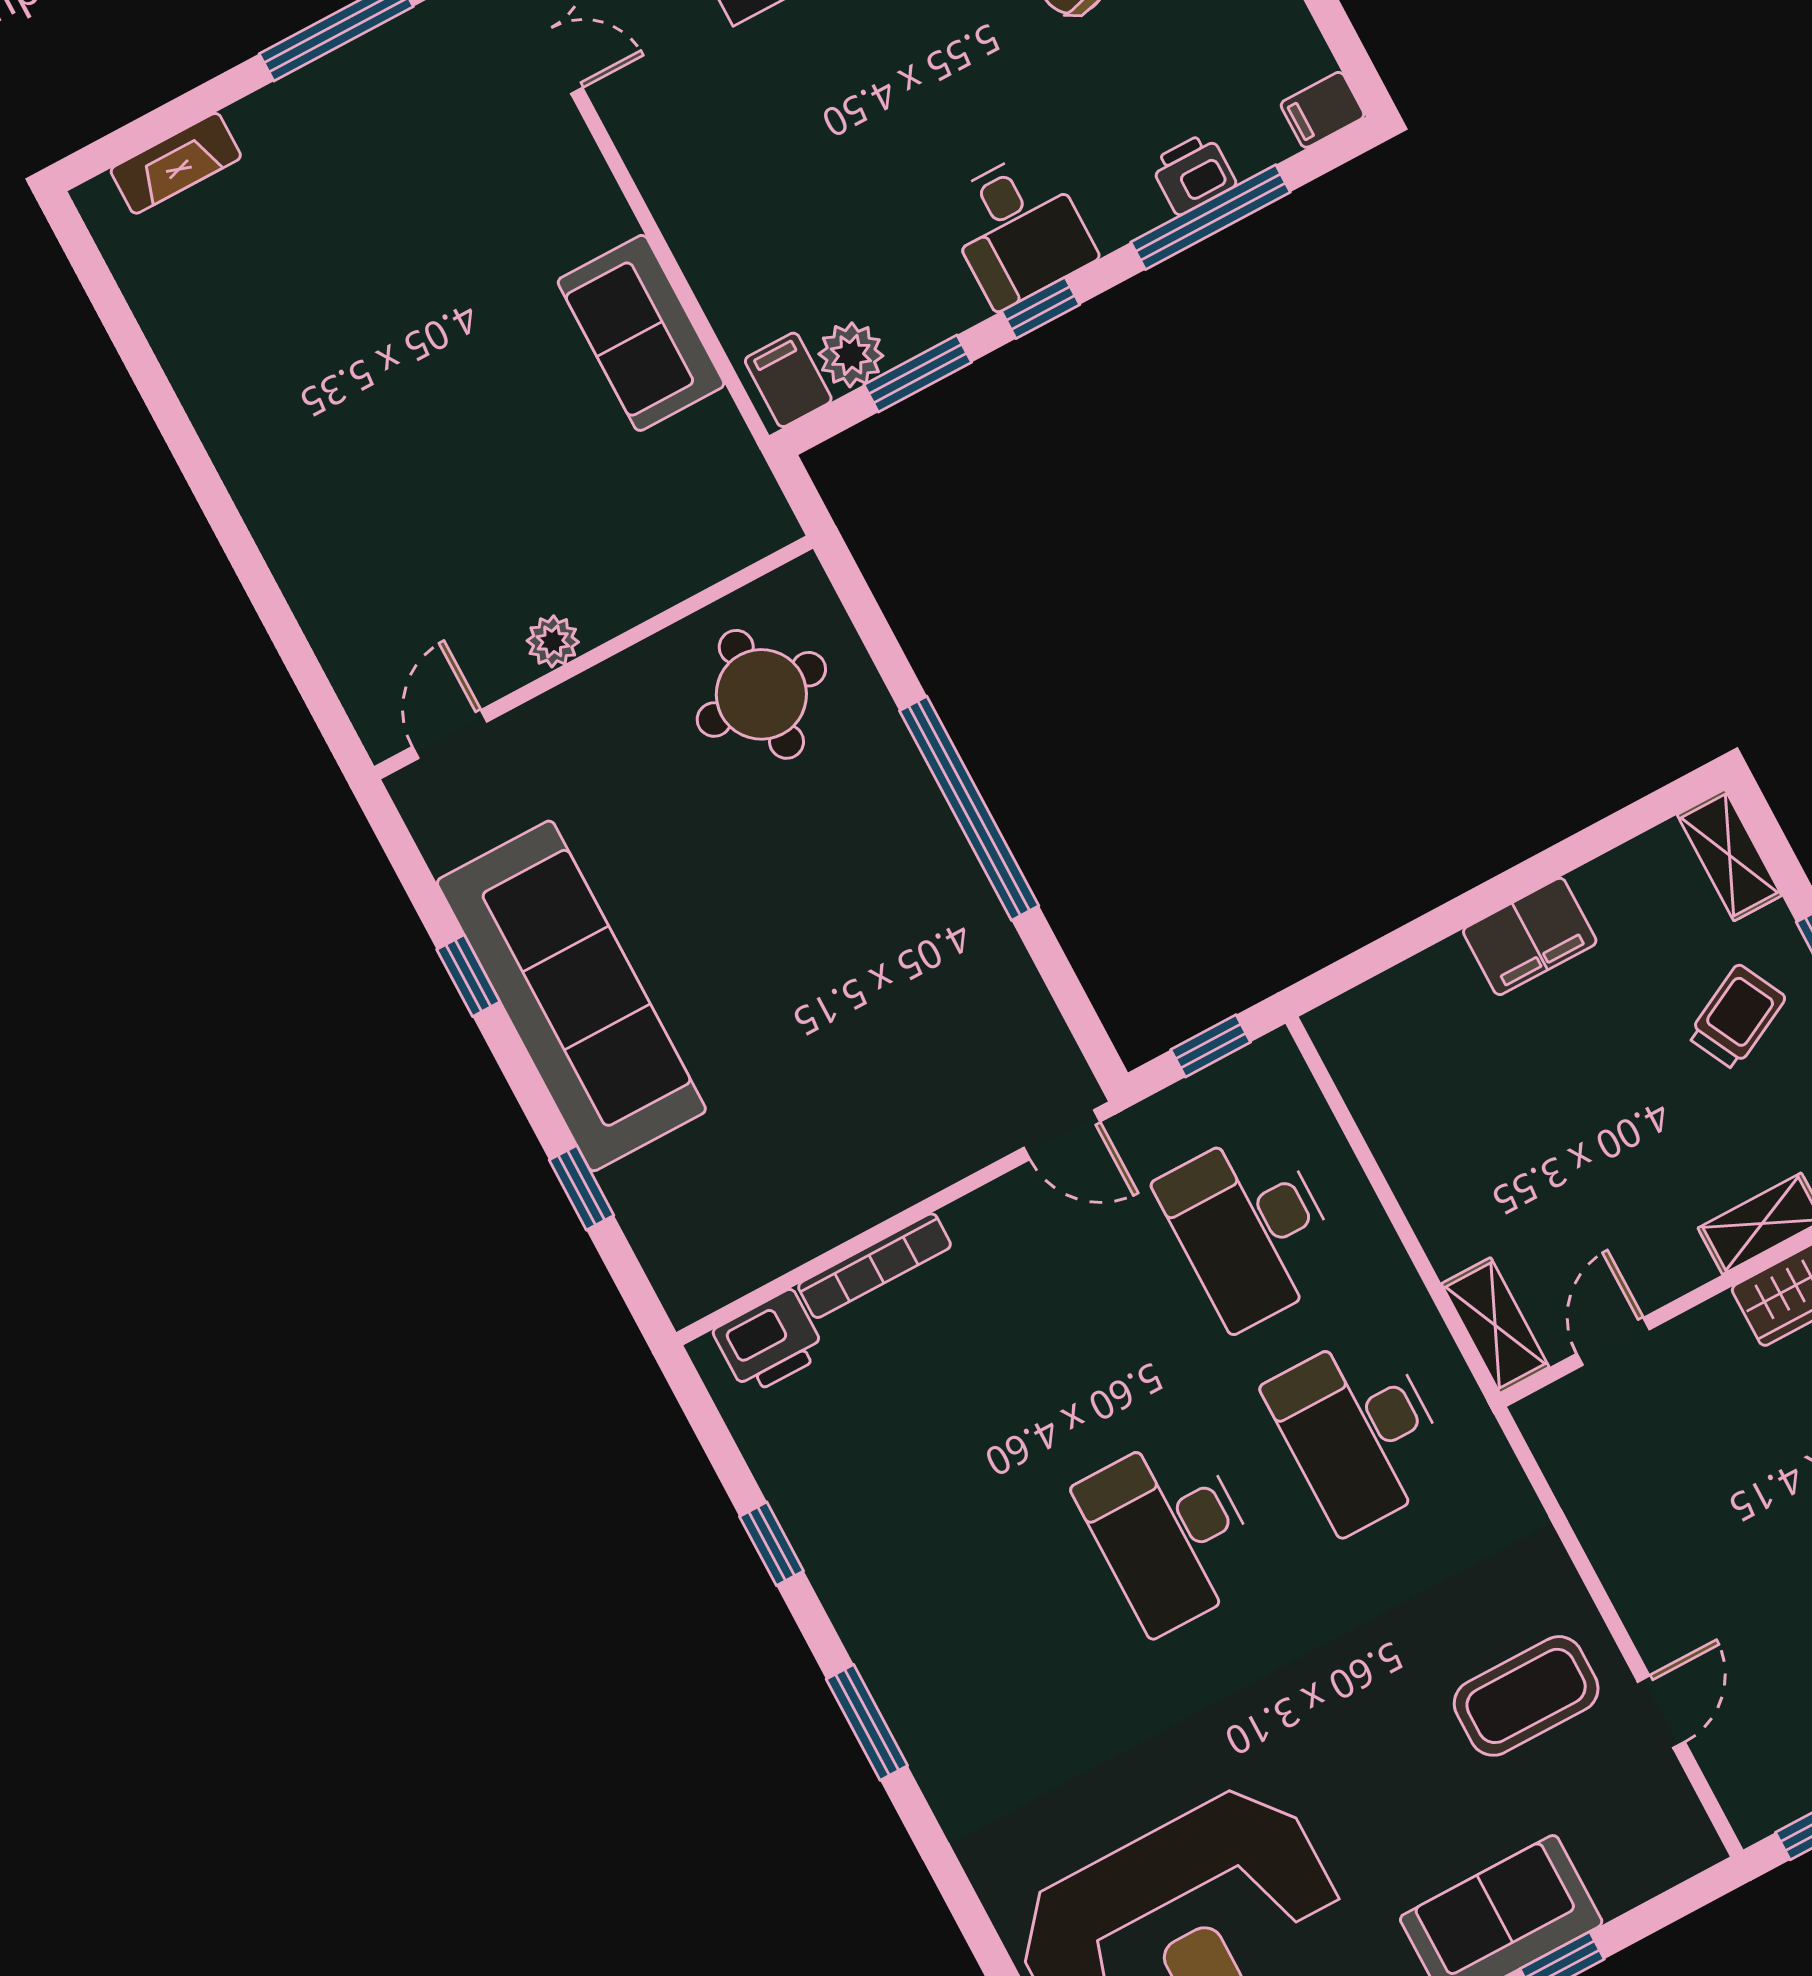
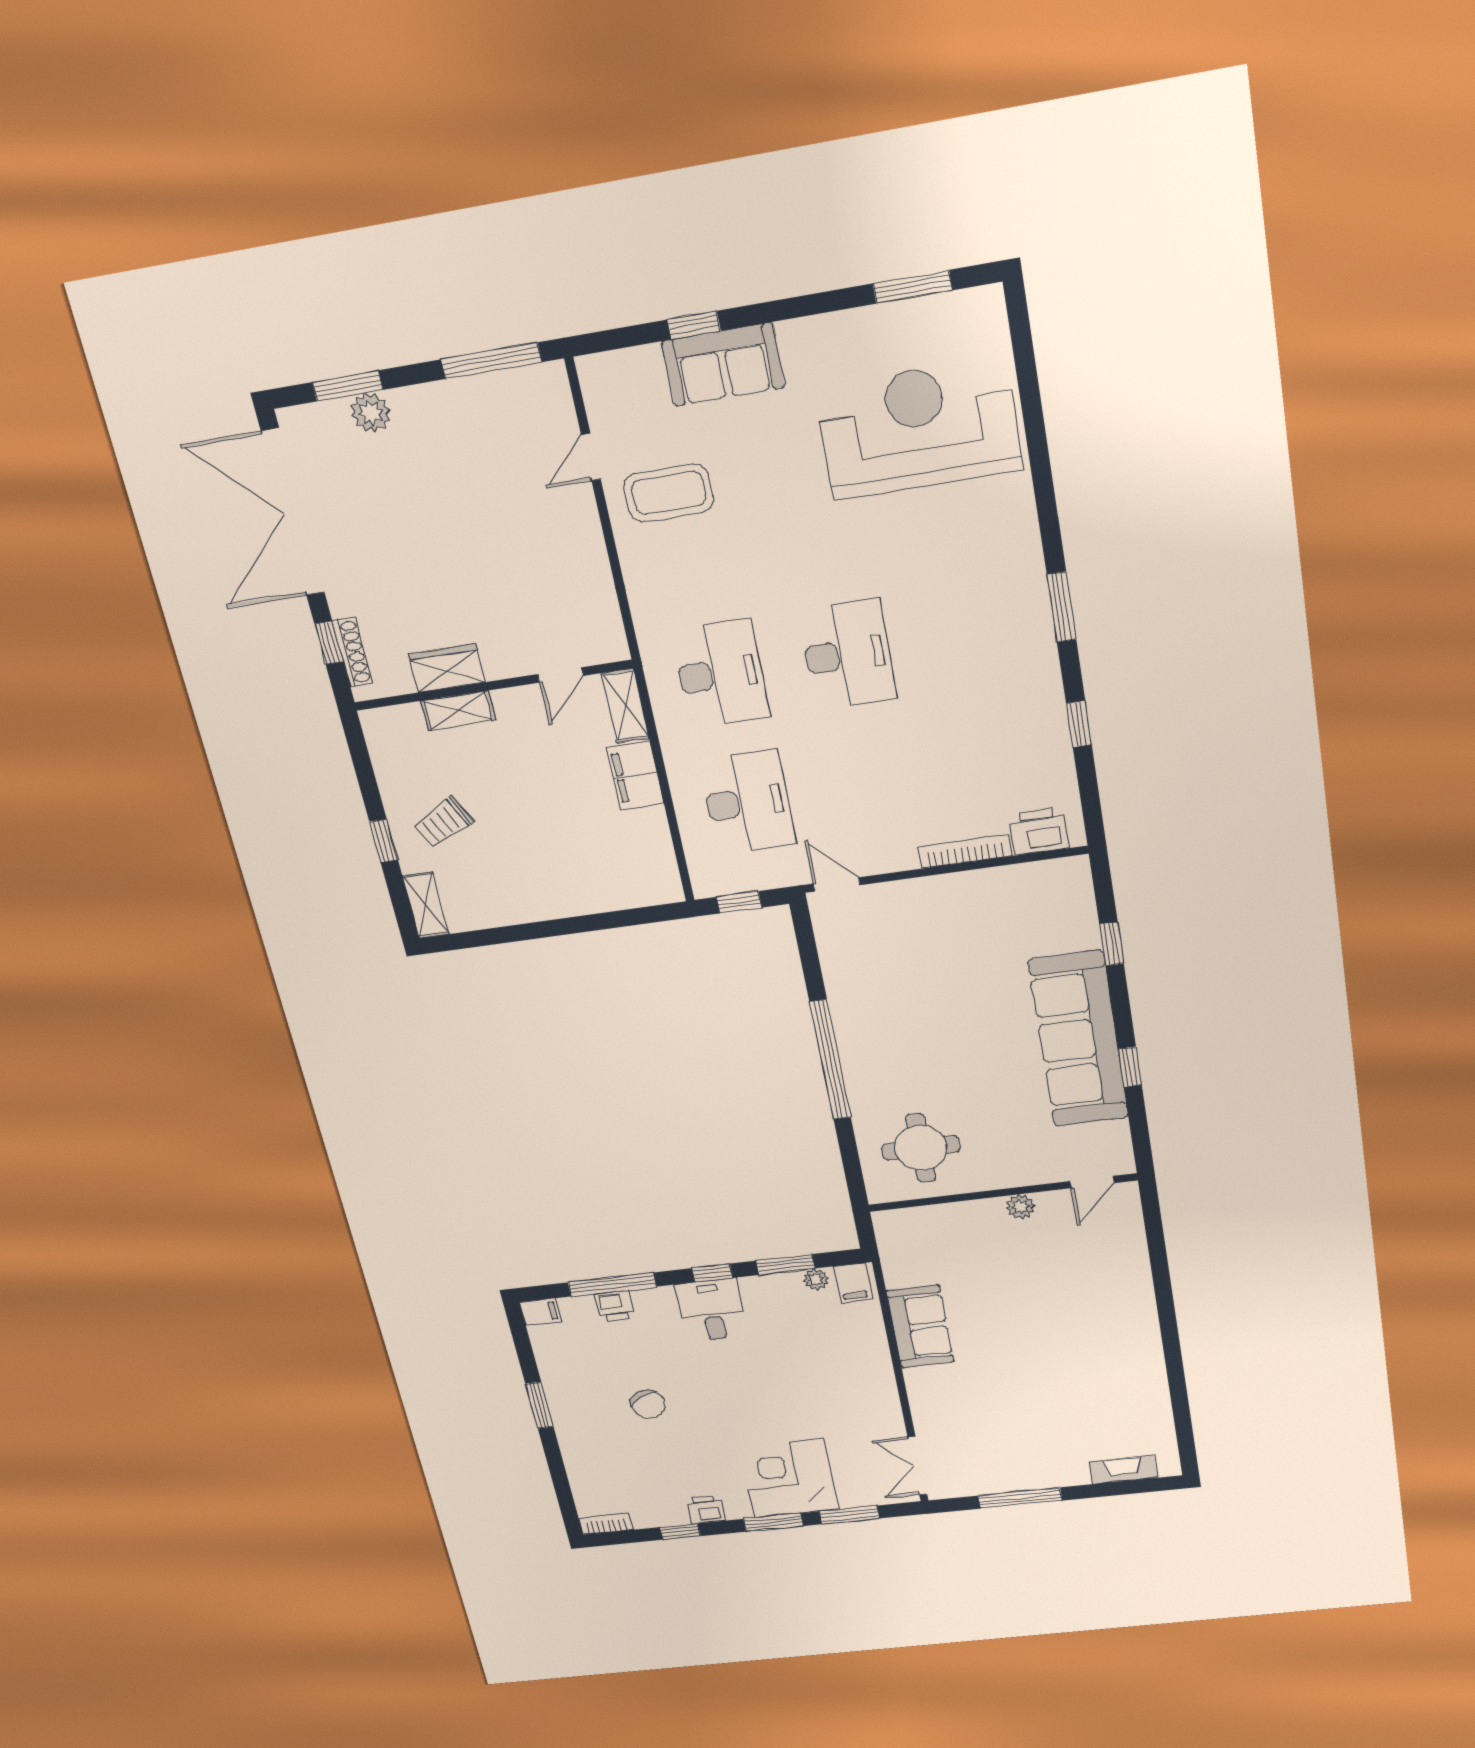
plant: (851, 355) -> (816, 1279), width x0.73, depth x0.73
filing cabinet: (1530, 936) -> (635, 775), moved, turned -90

